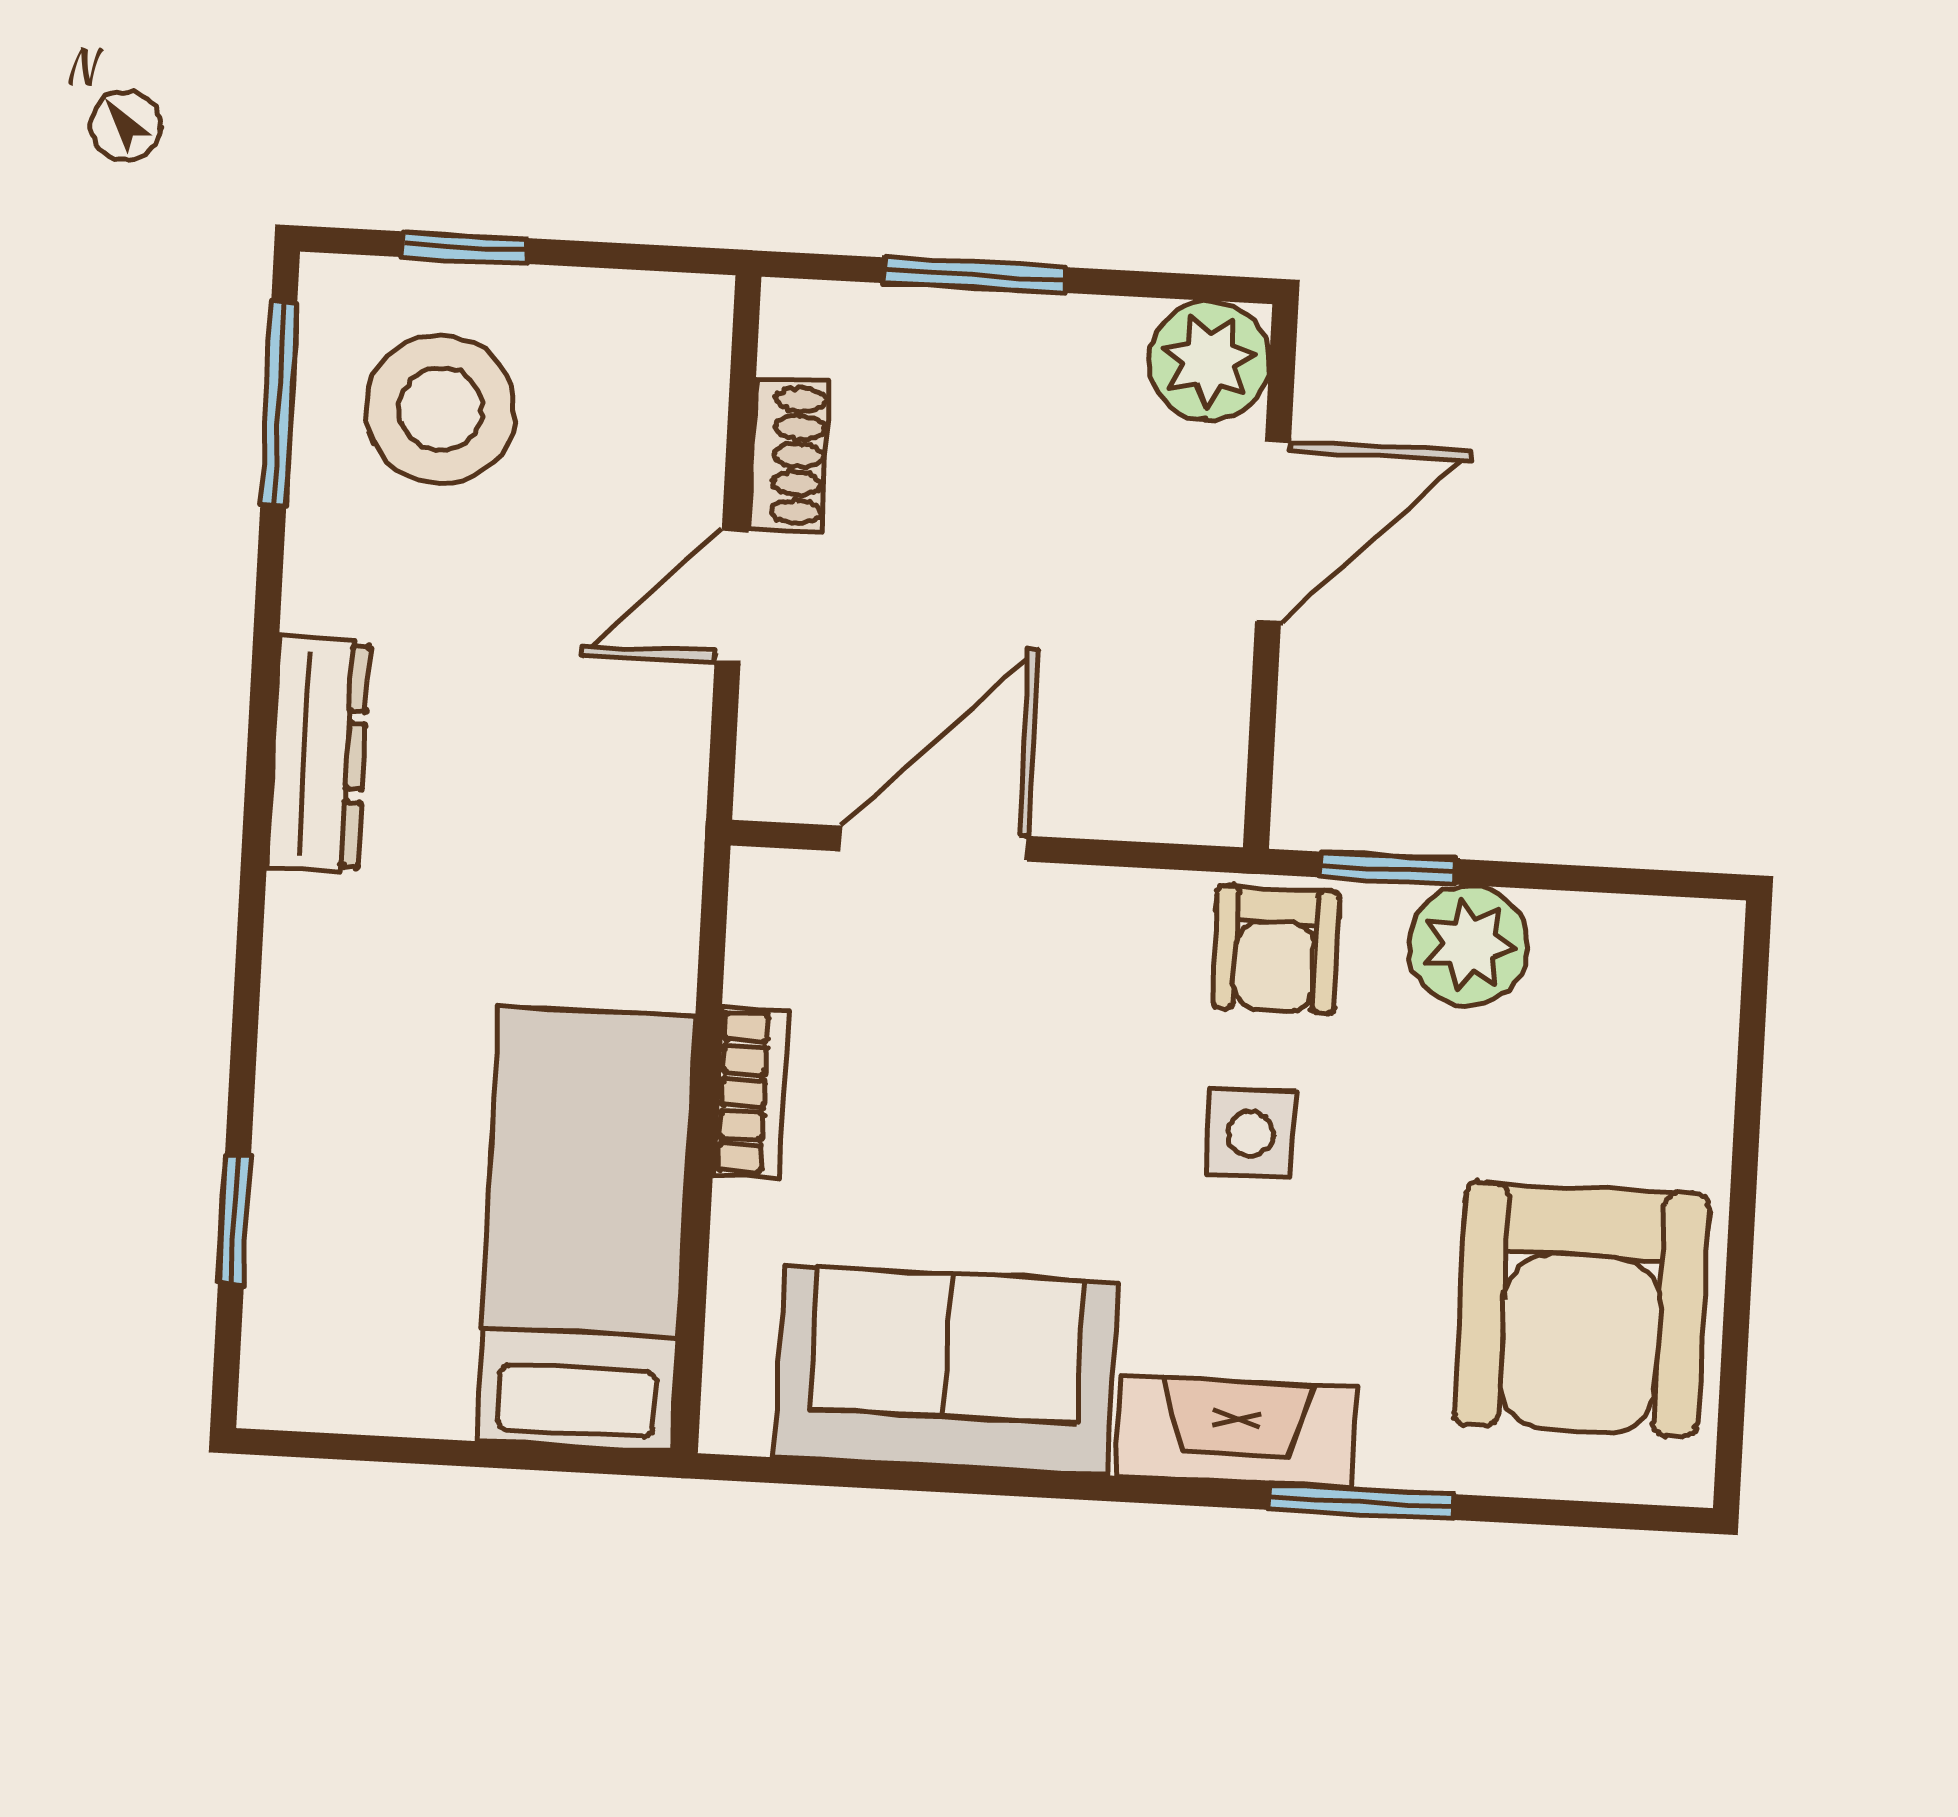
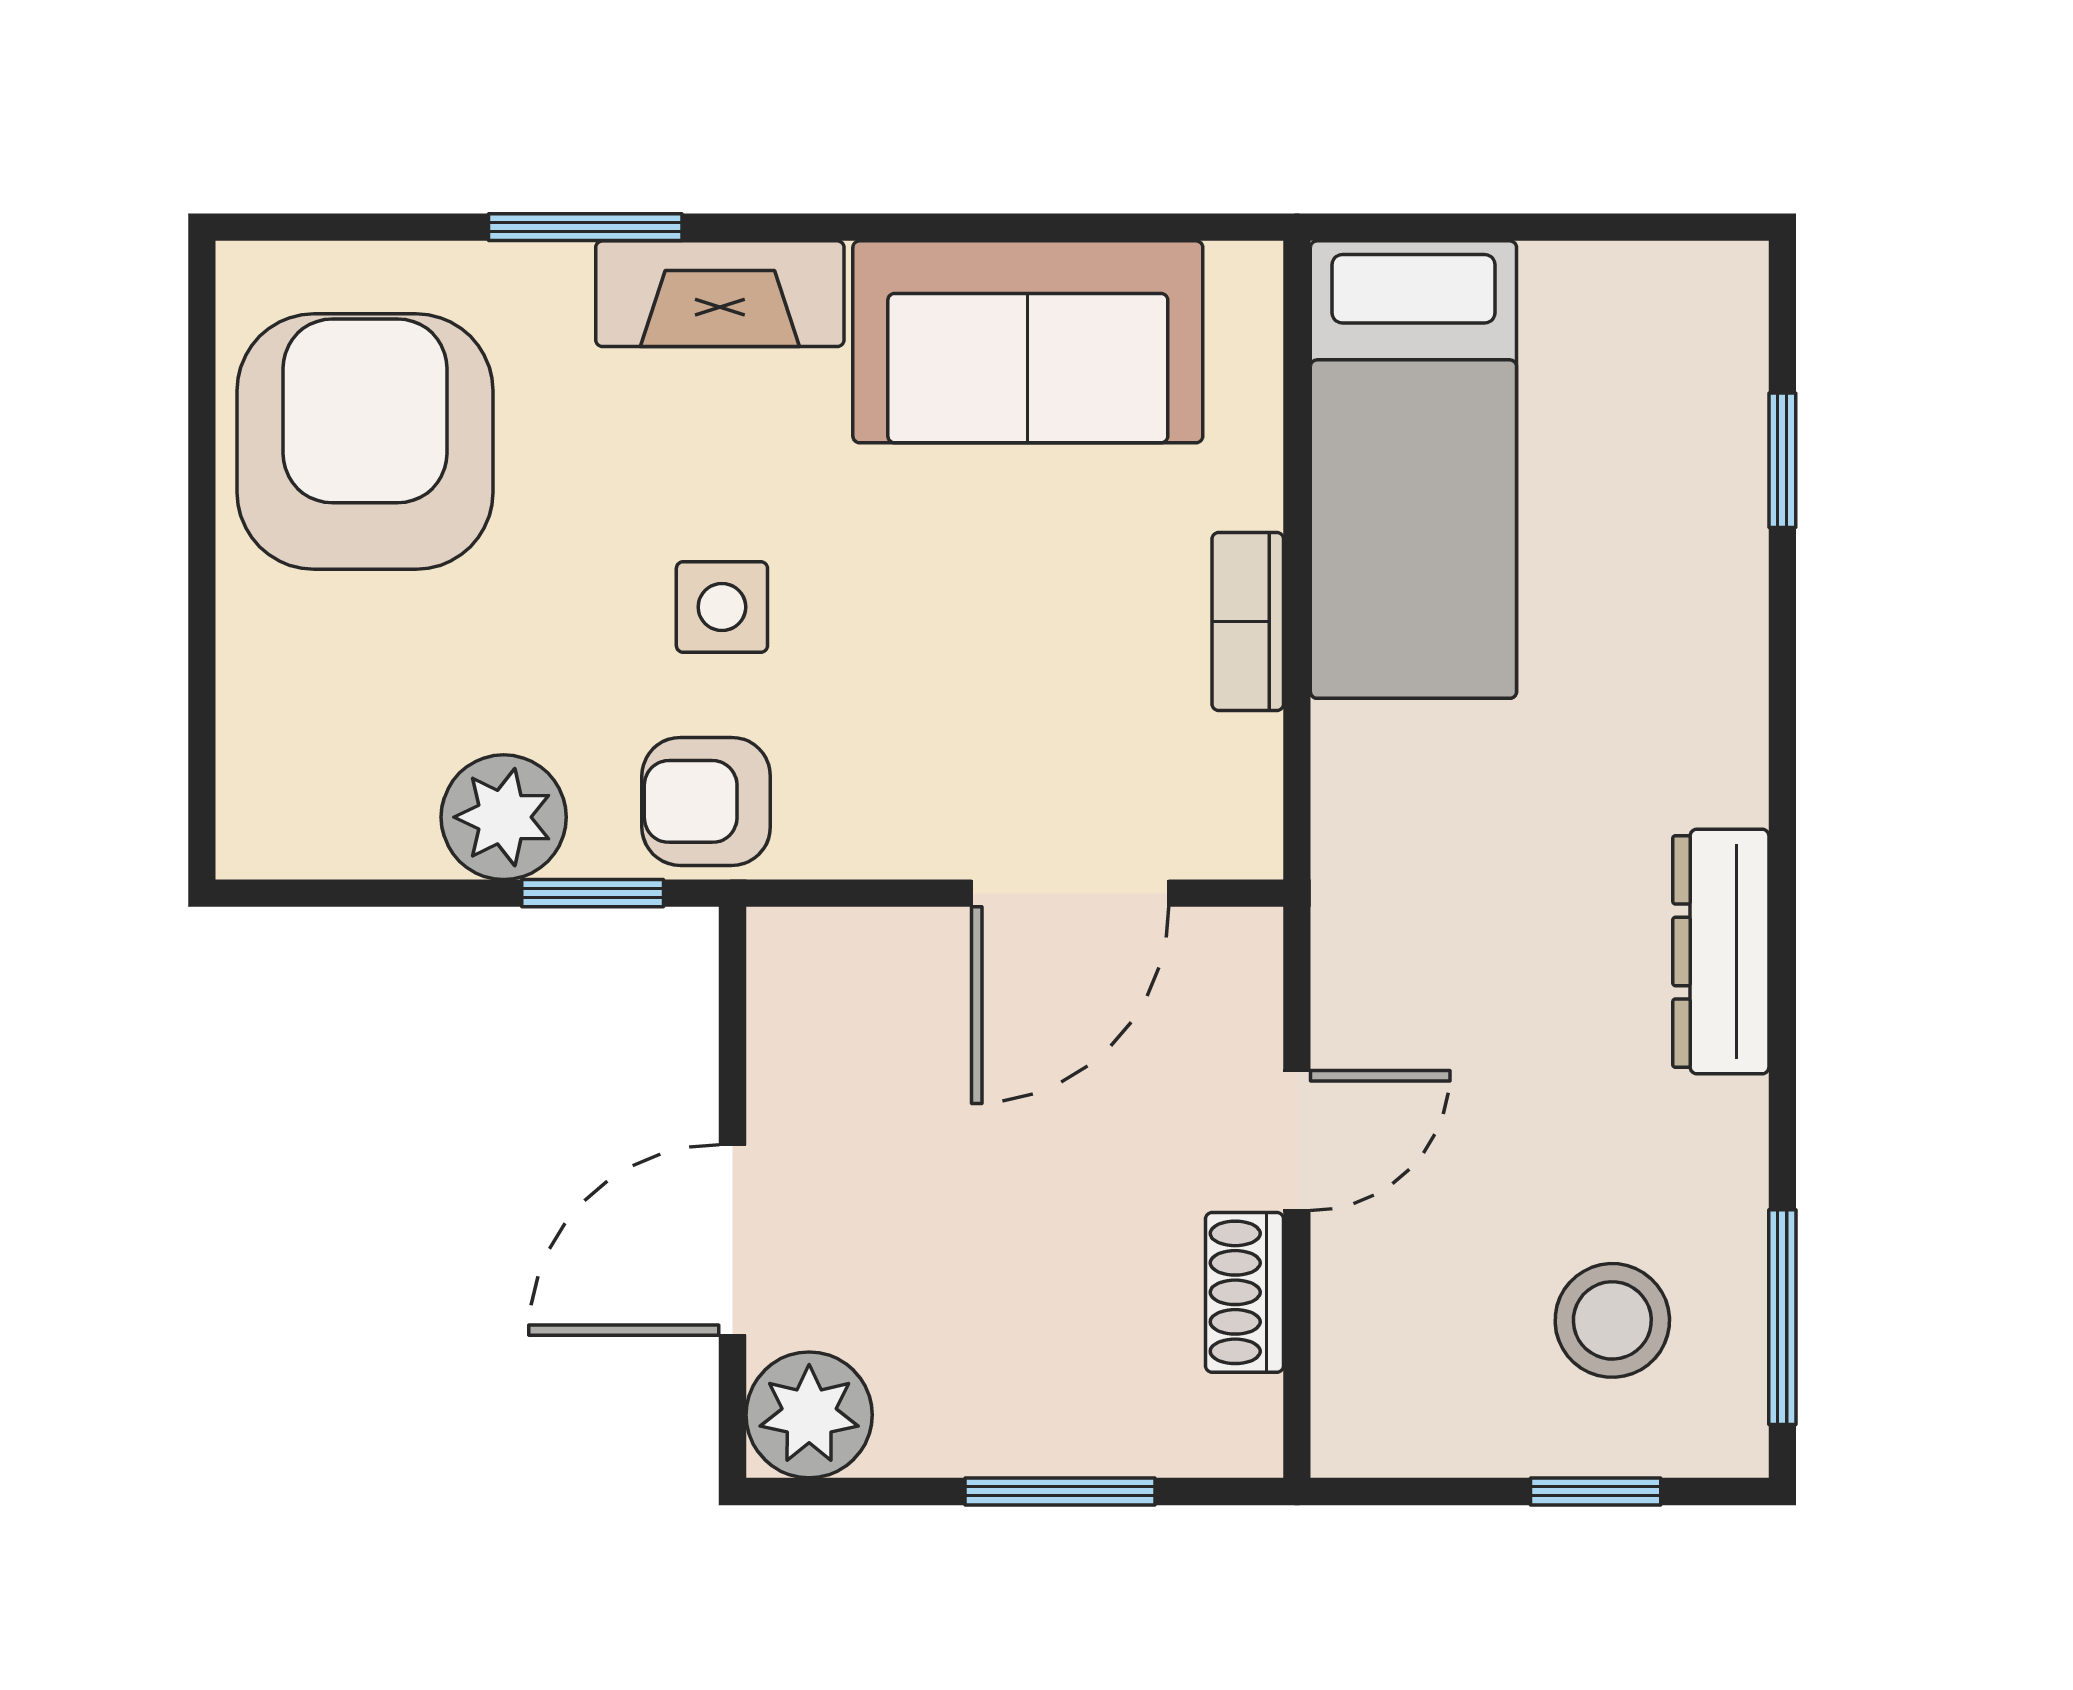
stool: (441, 409) -> (1612, 1320), width x0.73, depth x0.73
armchair: (1276, 950) -> (706, 801), turned -90

